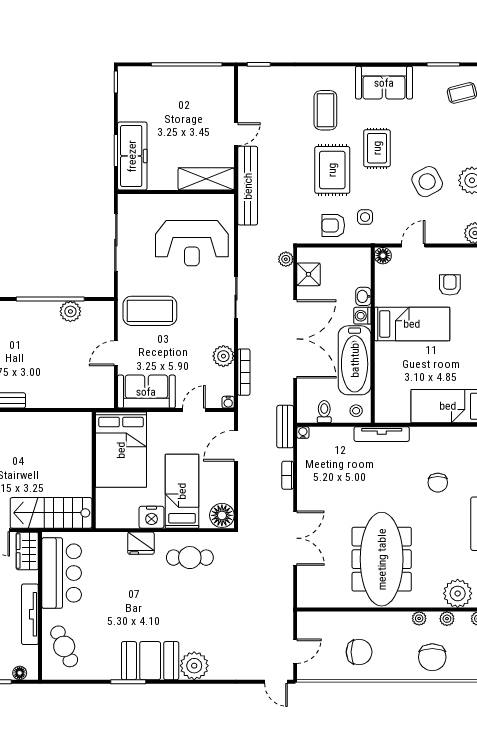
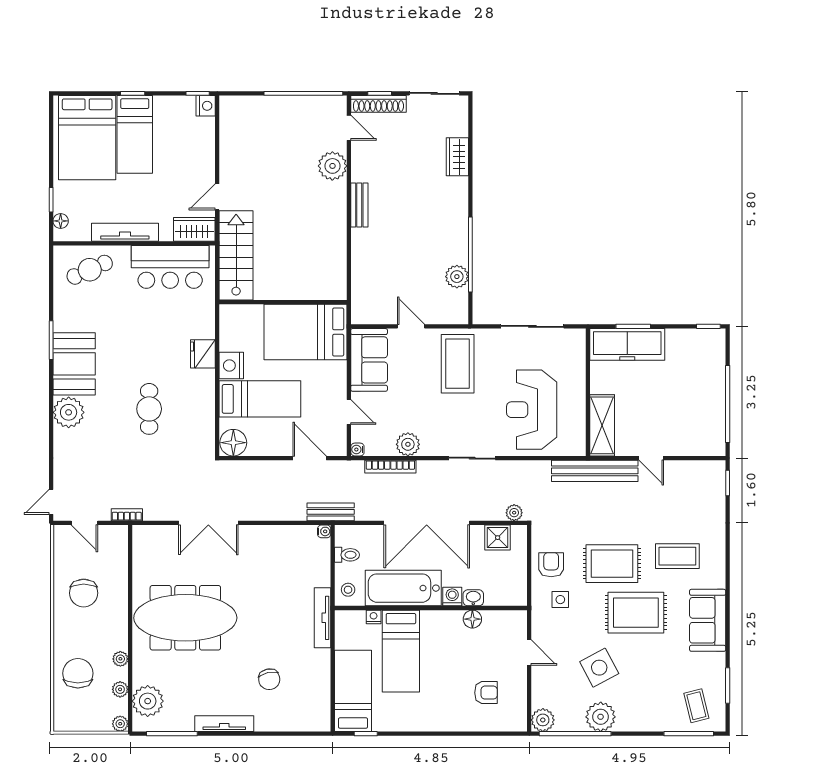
rug: (377, 148) -> (636, 613), width x1.36, depth x1.43
floor lamp: (383, 256) -> (472, 619), moved
bed: (412, 324) -> (401, 651), moved
nightstand: (381, 387) -> (374, 617), added
bookcase: (288, 475) -> (127, 515), moved
chair: (438, 483) -> (269, 679), turned -103
cafe table: (190, 558) -> (149, 409), moved
chair: (432, 657) -> (78, 673), turned 90

